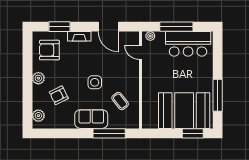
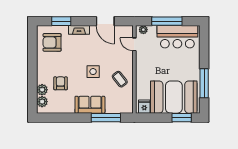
plant: (38, 78) -> (42, 90), moved
armchair: (59, 95) -> (61, 83), turned 116
coffee table: (120, 101) -> (120, 79), moved
fridge: (151, 121) -> (144, 107), added

